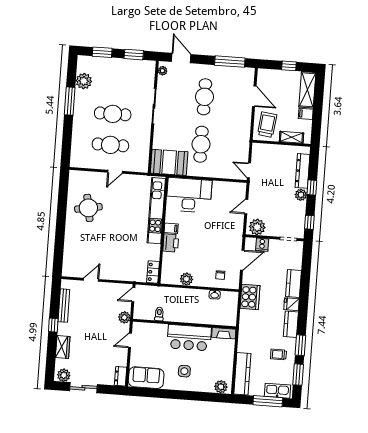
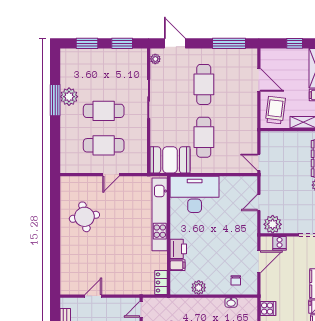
plant: (84, 81) -> (69, 97), moved
filing cabinet: (171, 228) -> (178, 265), moved
cooker: (250, 297) -> (268, 308), width x0.53, depth x0.76

